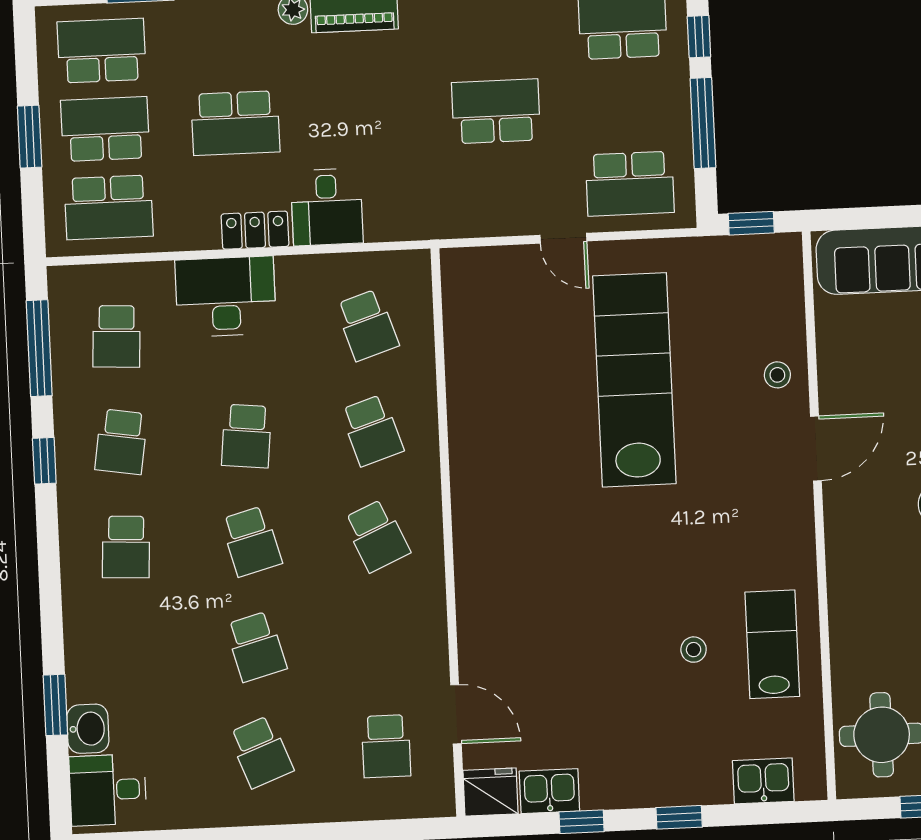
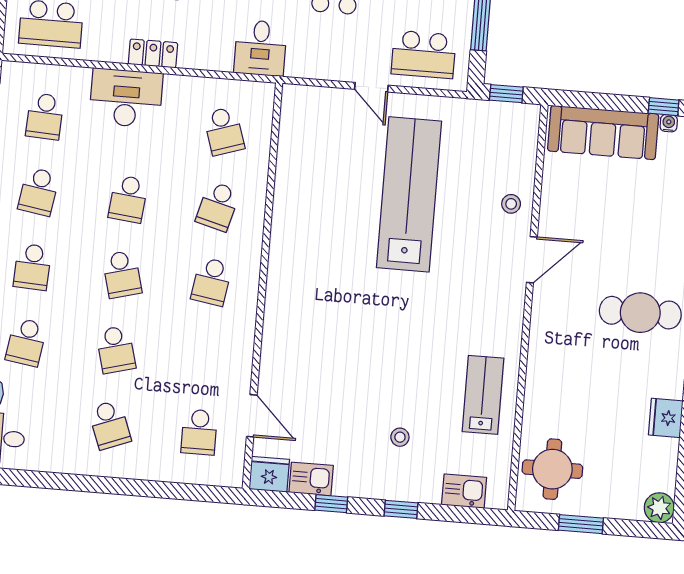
desk: (327, 207) -> (260, 48), moved
school desk: (372, 430) -> (218, 206), turned 33
school desk: (377, 536) -> (212, 282), turned 33
stool: (694, 650) -> (400, 437), moved
school desk: (131, 652) -> (26, 342), added

